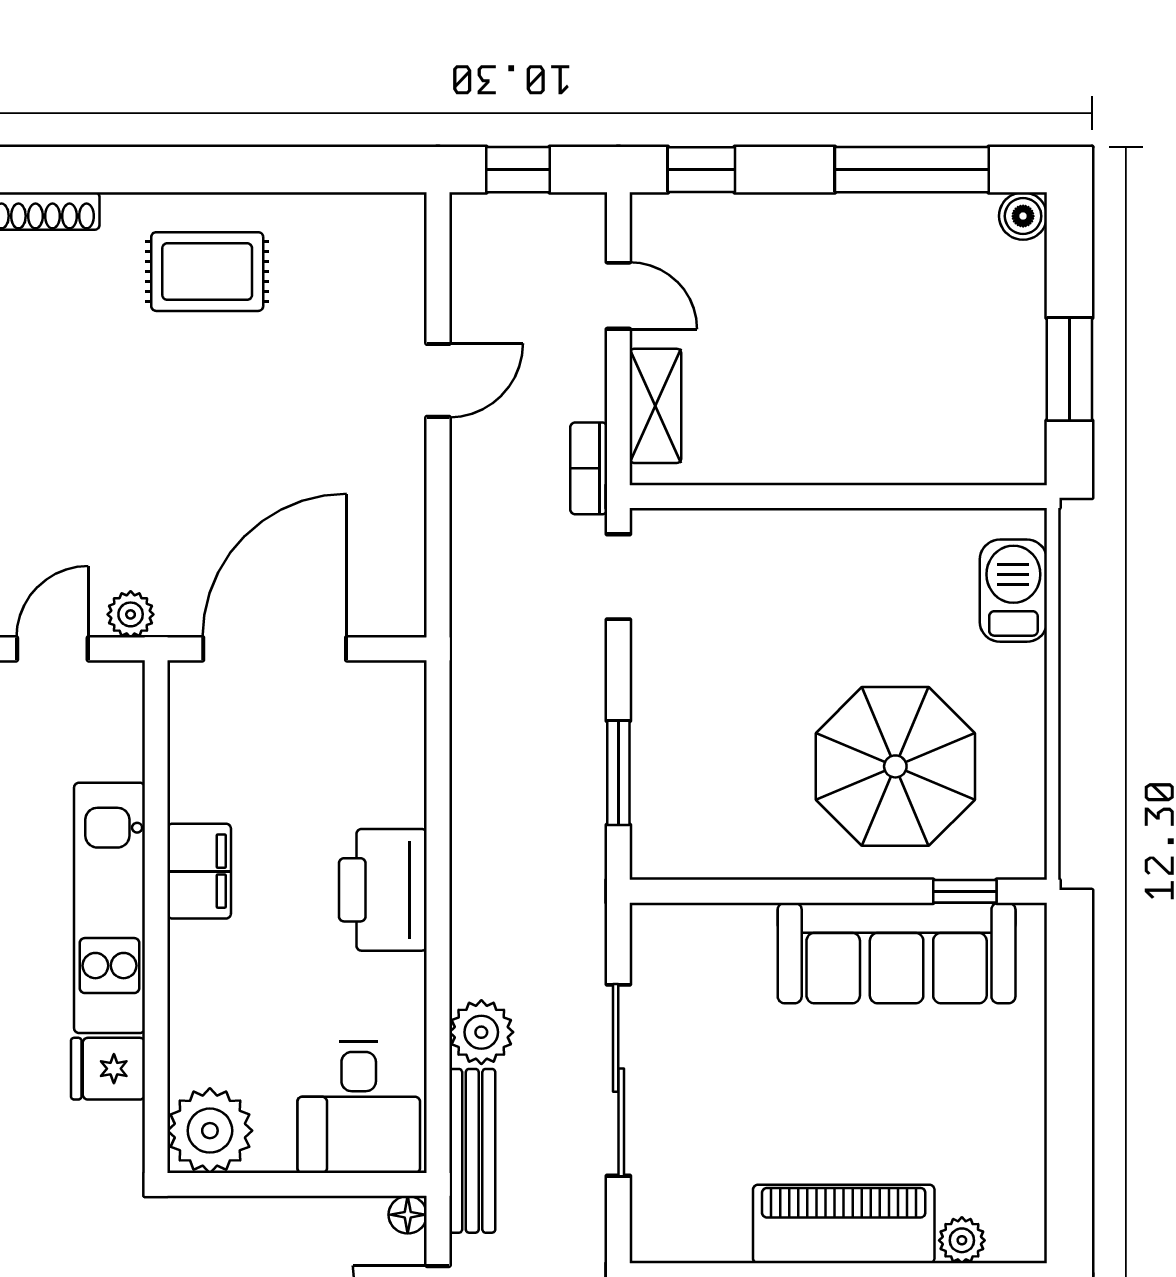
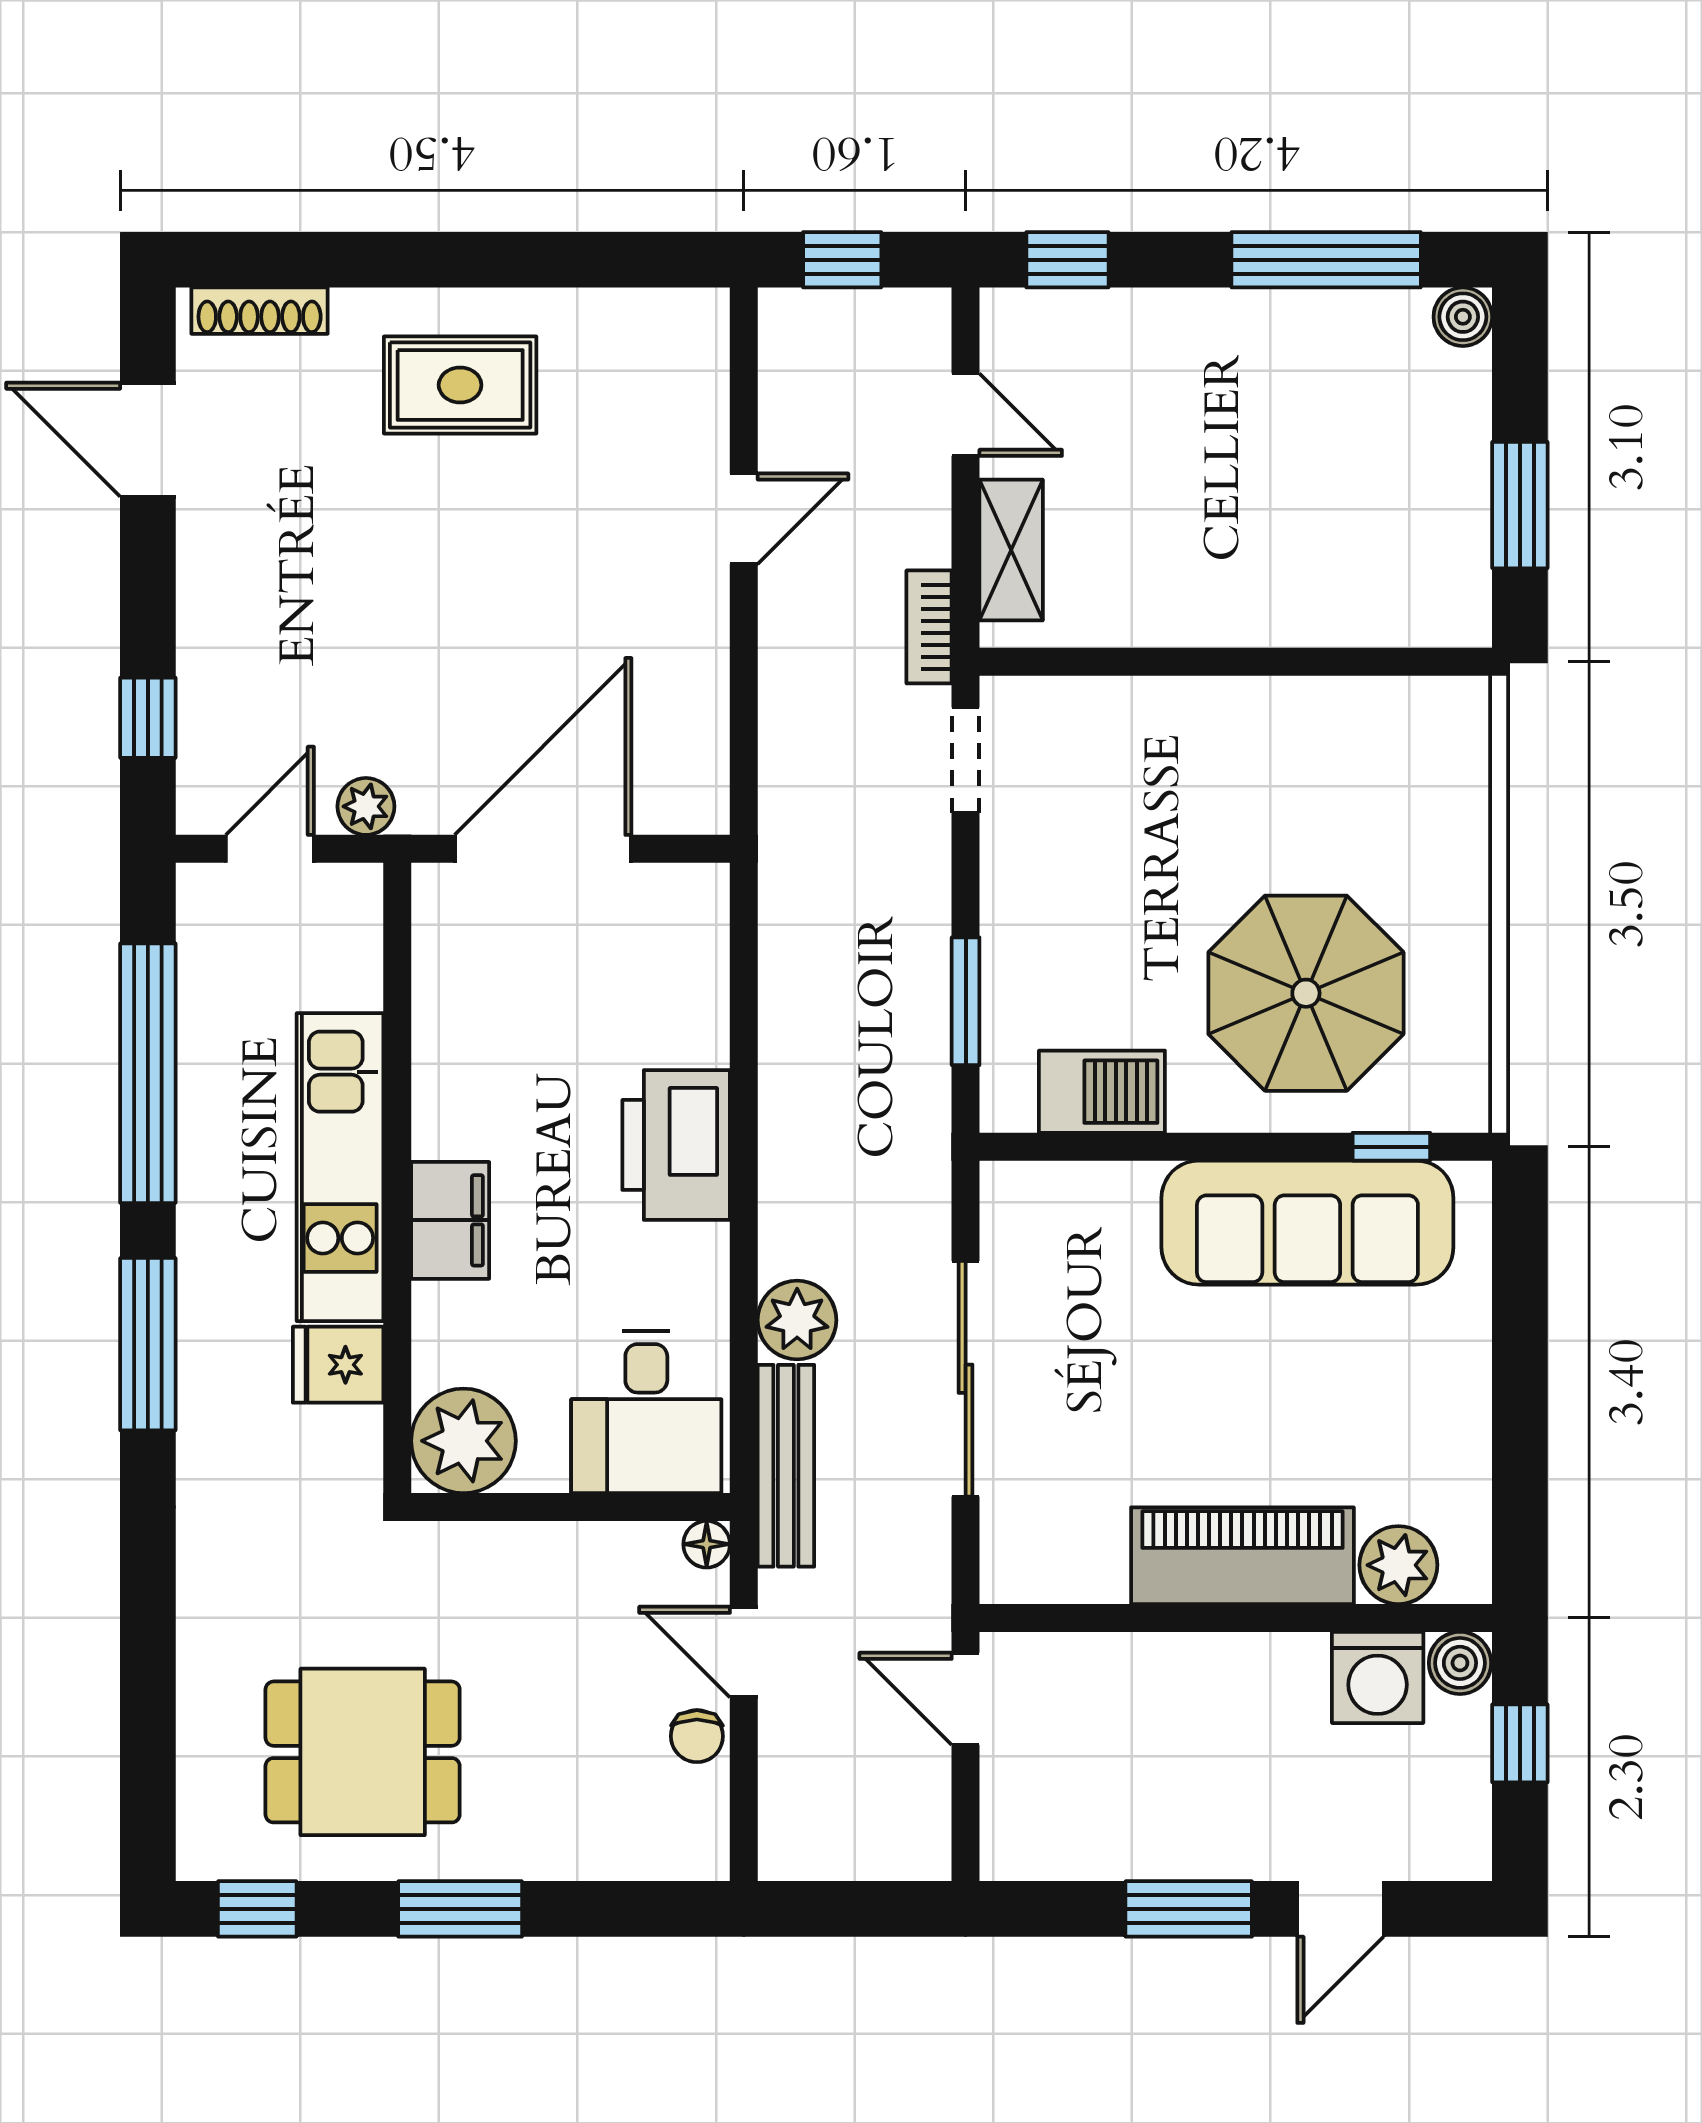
barbecue: (1013, 591) -> (1102, 1092), moved, turned 90
filing cabinet: (199, 871) -> (450, 1220), moved
plant: (962, 1240) -> (1398, 1565), width x1.38, depth x1.38

